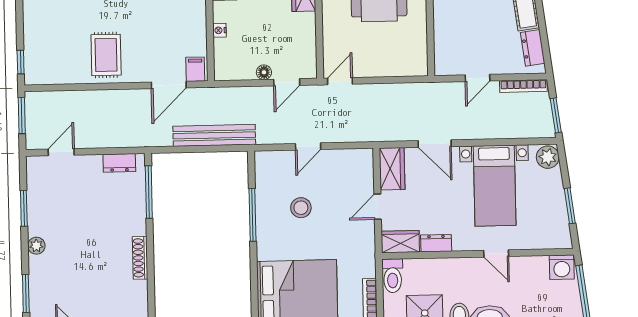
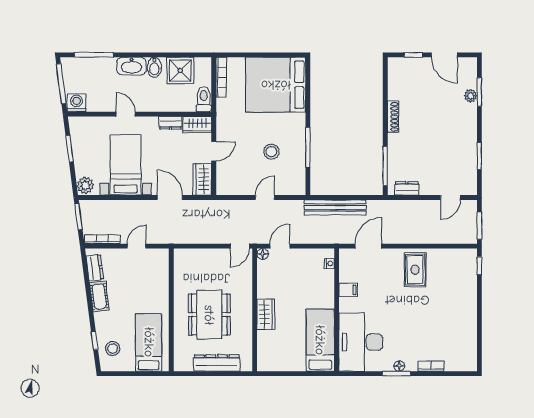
nightstand: (219, 30) -> (329, 263), moved
filing cabinet: (195, 69) -> (348, 290), moved, turned -90
floor lamp: (264, 72) -> (263, 254), moved
plant: (36, 246) -> (471, 96), moved

